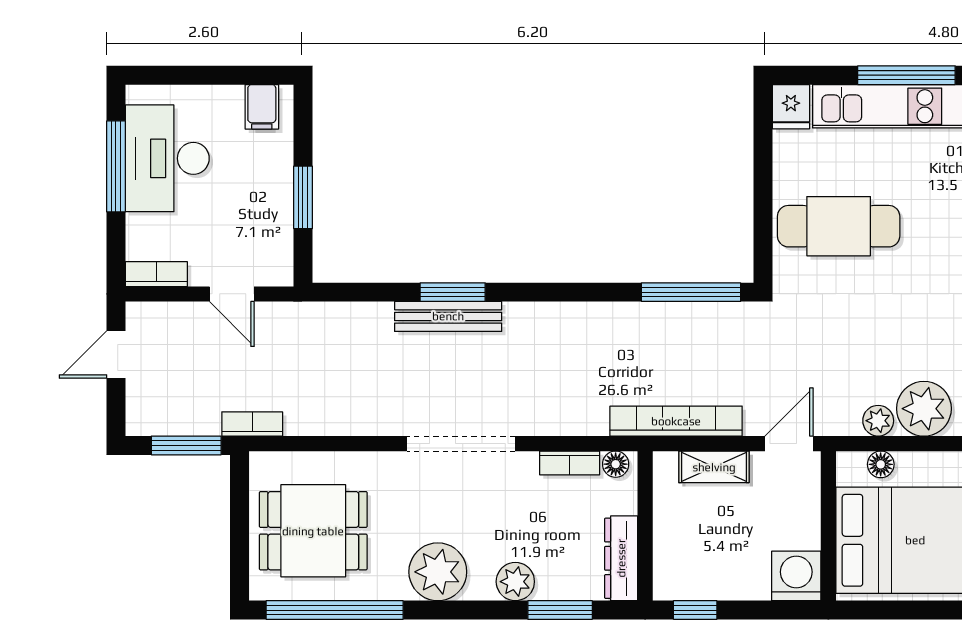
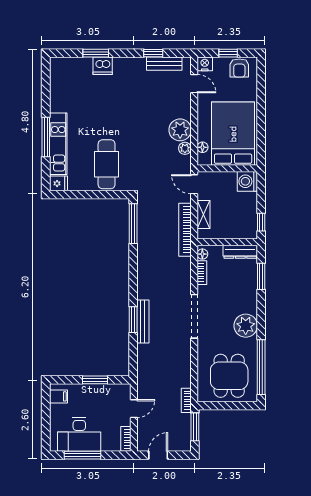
door: (116, 355) -> (158, 455), swing flipped
plant: (515, 582) -> (250, 294), removed

